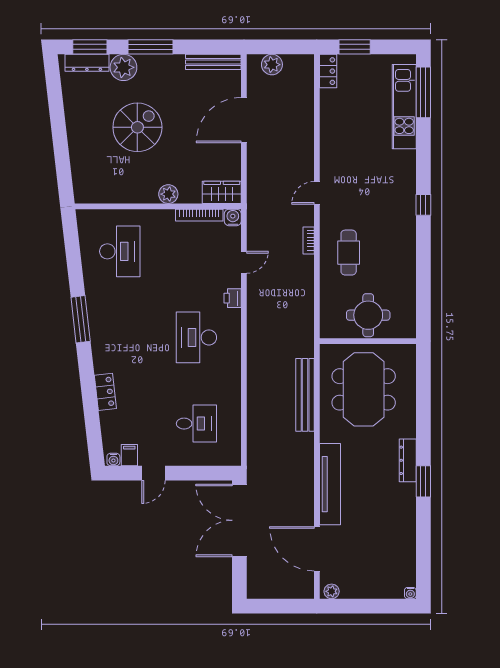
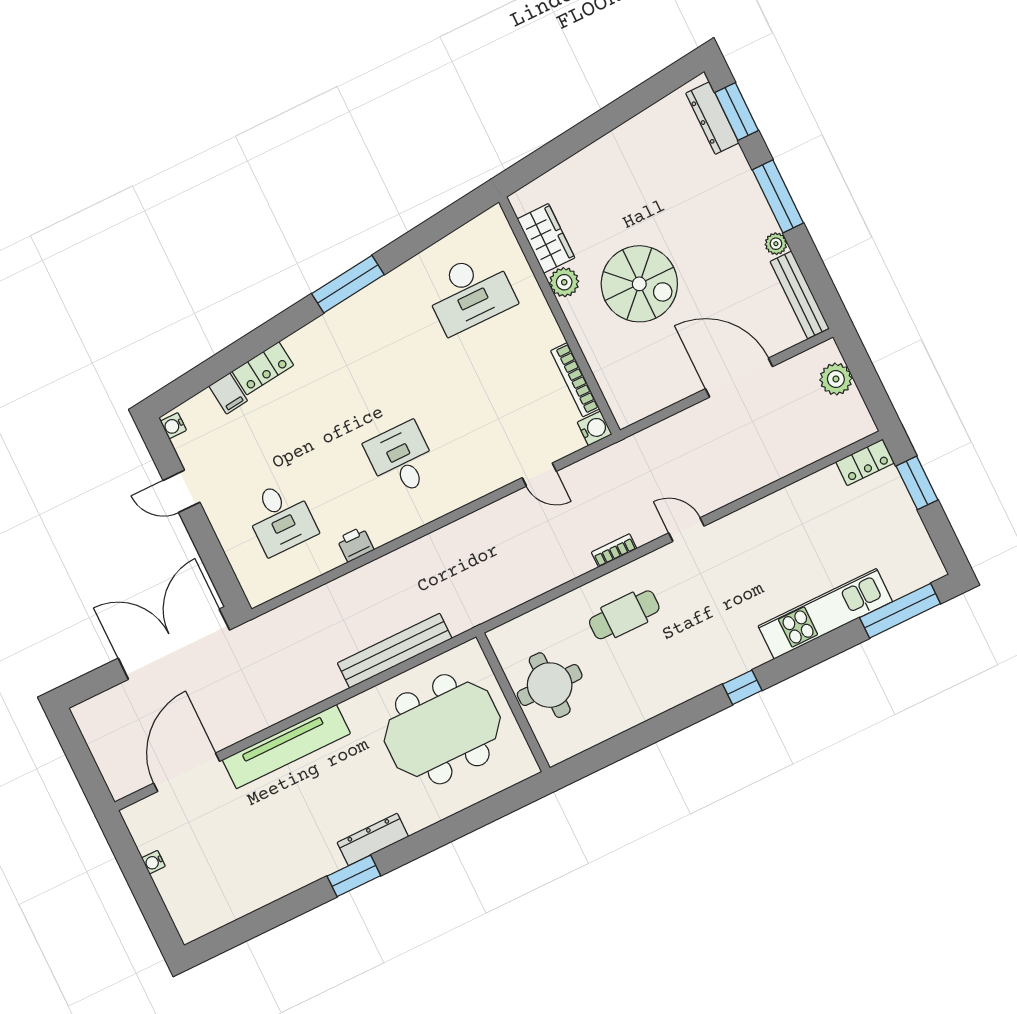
plant: (123, 67) -> (776, 244), moved, width x0.53, depth x0.53
kitchen unit: (404, 107) -> (825, 614), moved
spiral stairs: (137, 127) -> (639, 284), moved
wardrobe: (222, 192) -> (546, 238), moved
plant: (168, 194) -> (564, 282), moved
printer: (233, 298) -> (355, 544), moved
desk: (196, 337) -> (401, 459), width x0.73
filing cabinet: (129, 455) -> (228, 393), moved, turned 83
plant: (332, 591) -> (137, 822), removed
water cooler: (410, 593) -> (153, 862), moved

